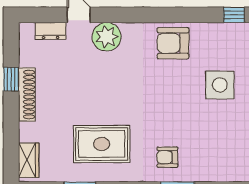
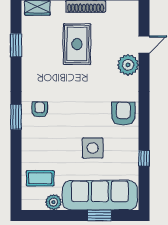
dresser: (51, 31) -> (132, 24), removed
rug: (102, 144) -> (77, 44), moved

